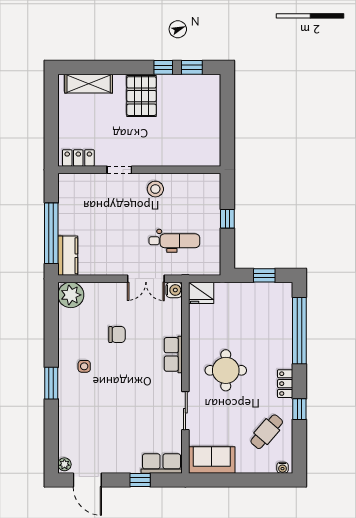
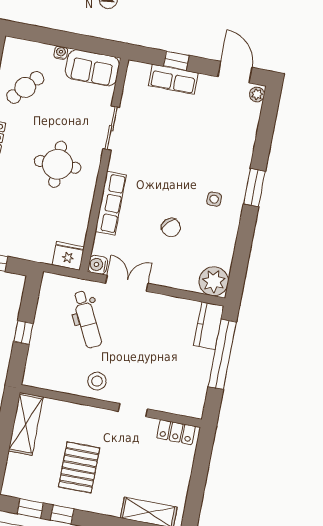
pallet: (141, 96) -> (79, 467), moved
shelving: (210, 140) -> (26, 424), added
dental chair: (174, 241) -> (87, 319), turned -117
chair: (117, 335) -> (171, 227), turned -136
row of seats: (173, 354) -> (111, 203), width x1.48
row of seats: (162, 463) -> (173, 79), moved
water cooler: (283, 468) -> (61, 53), moved

